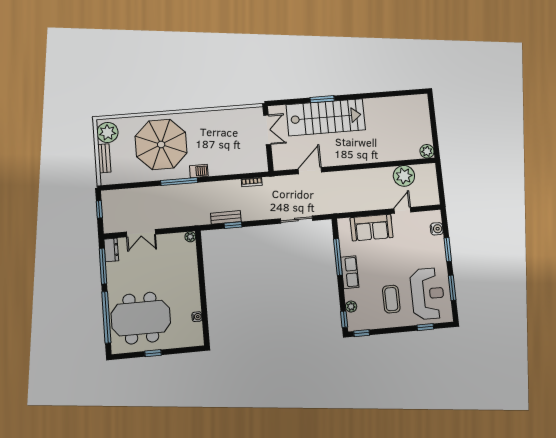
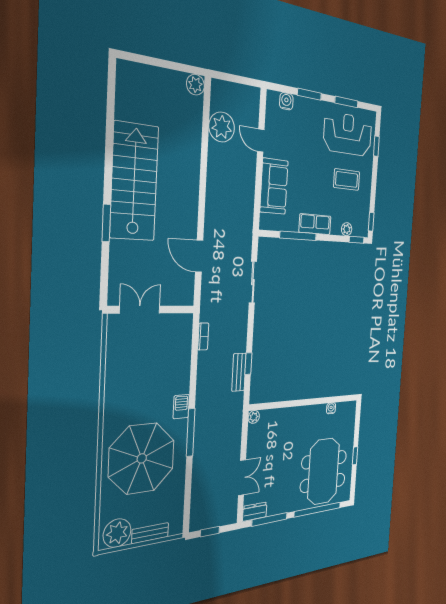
stairs: (326, 117) -> (134, 182), moved

